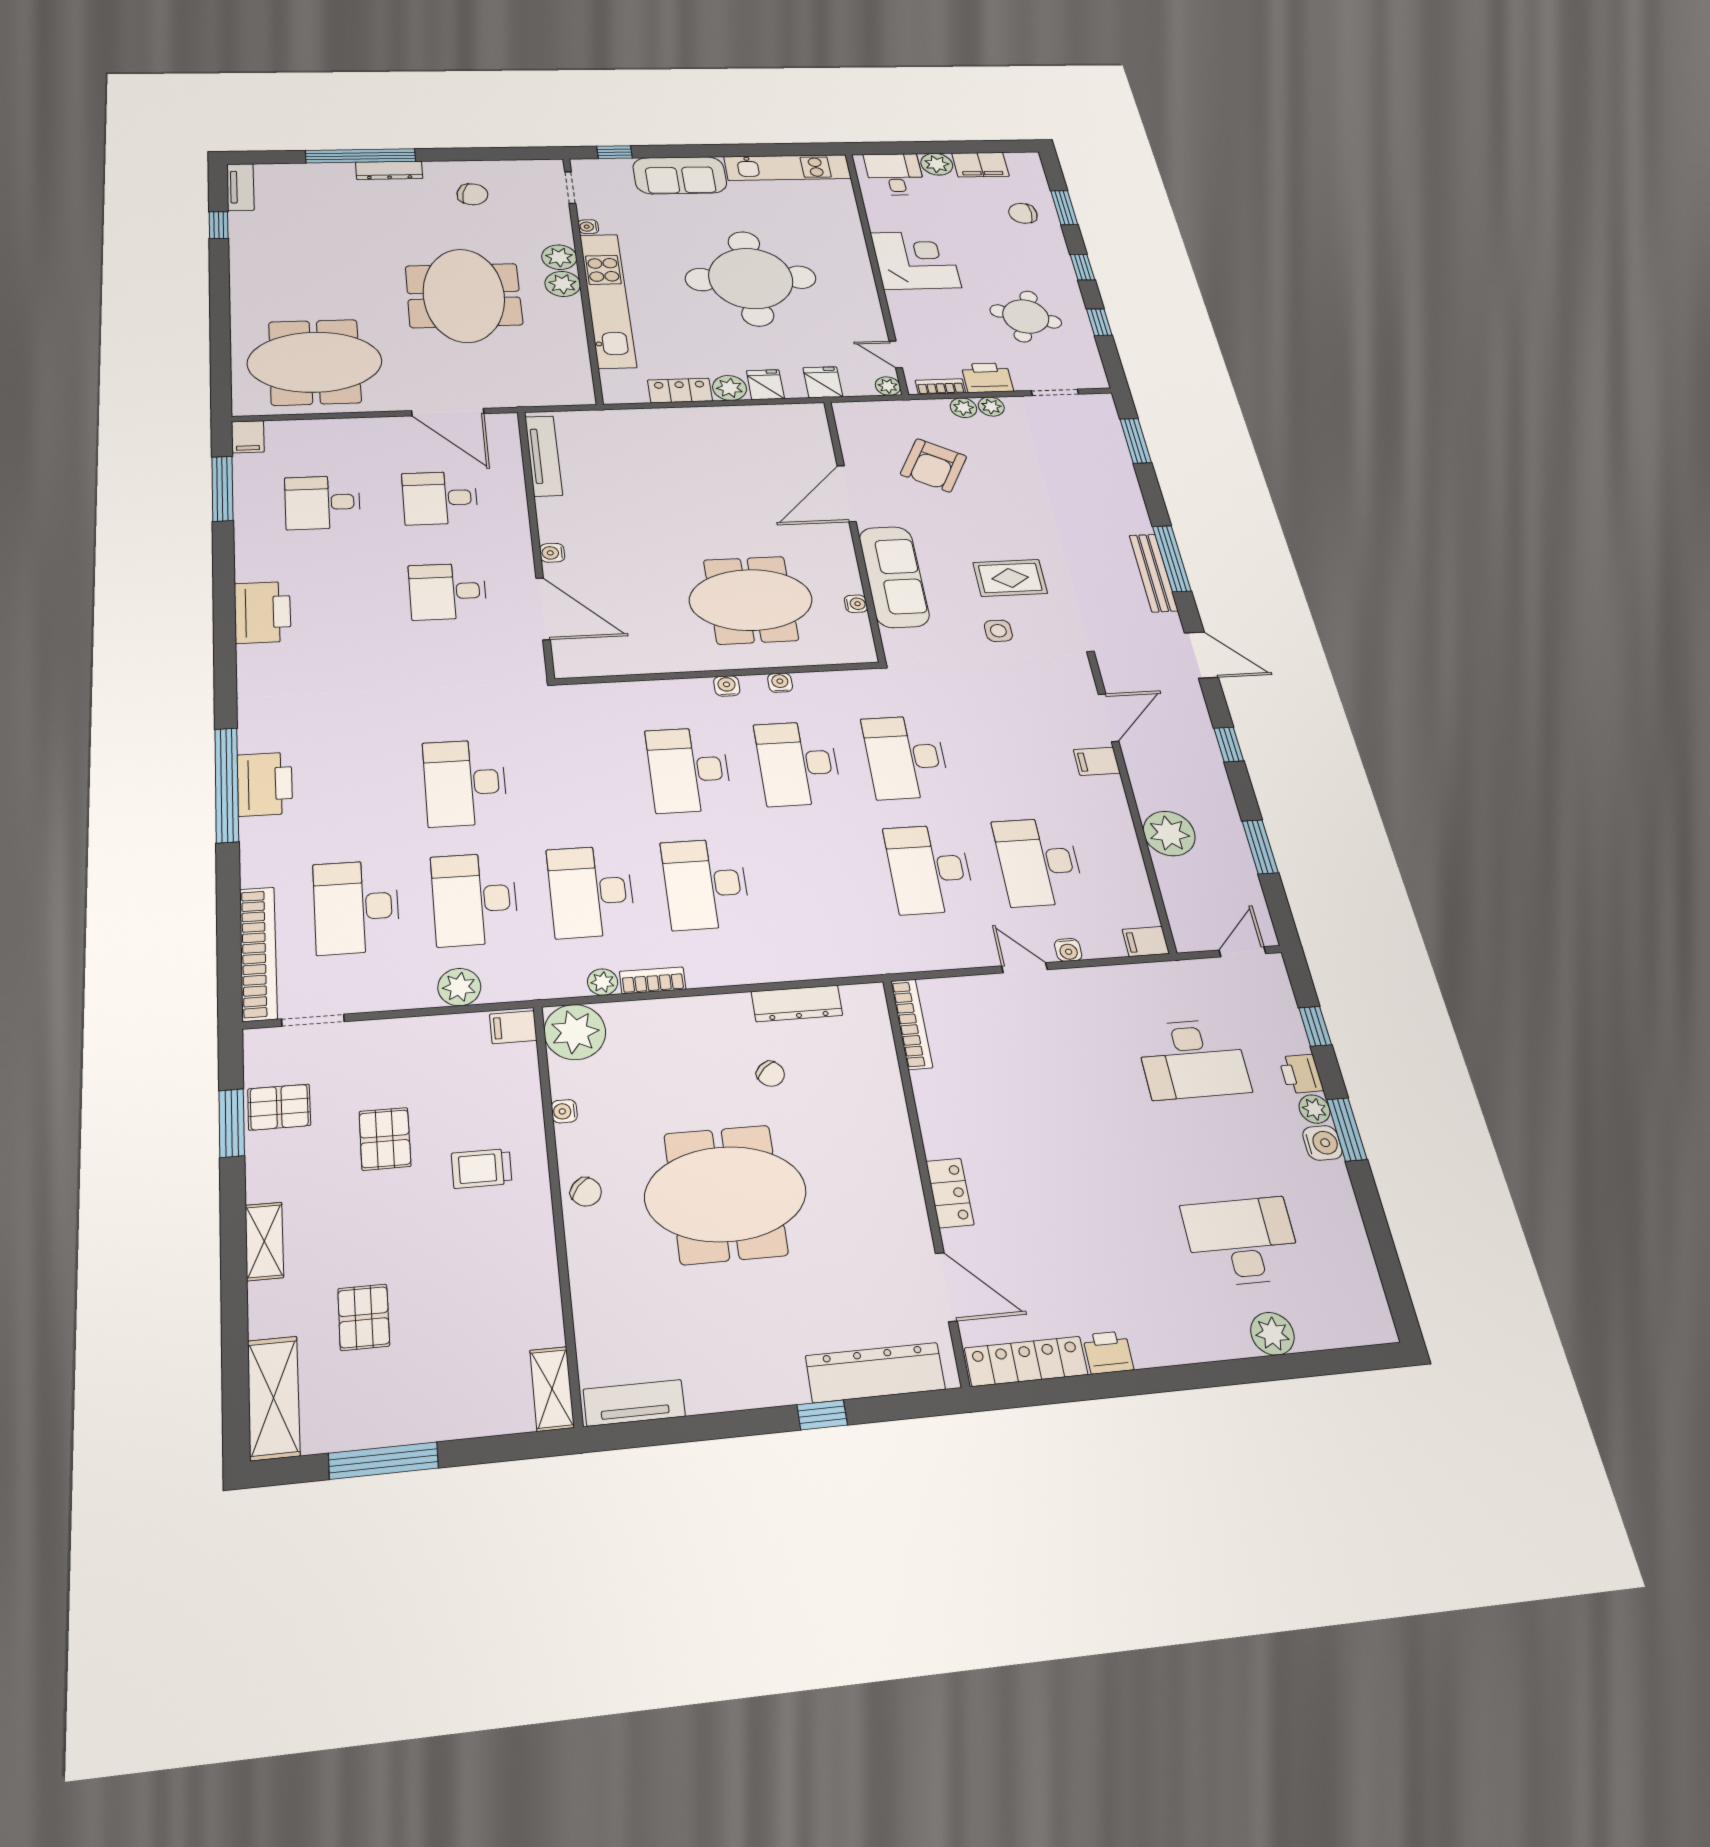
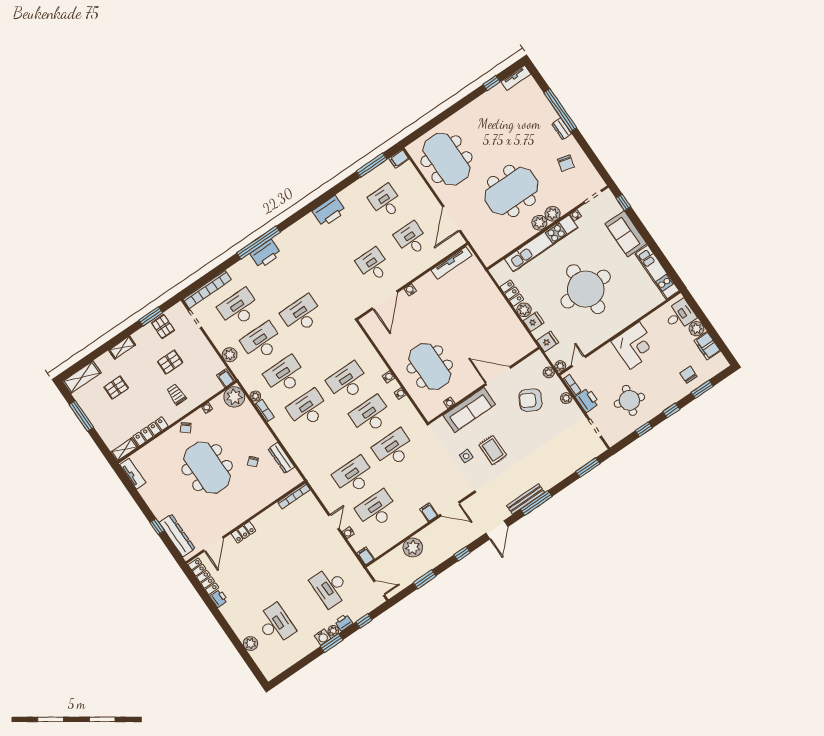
dresser: (389, 170) -> (562, 129), width x0.70
plant: (991, 407) -> (549, 372), moved
locker: (542, 1289) -> (151, 431), added

